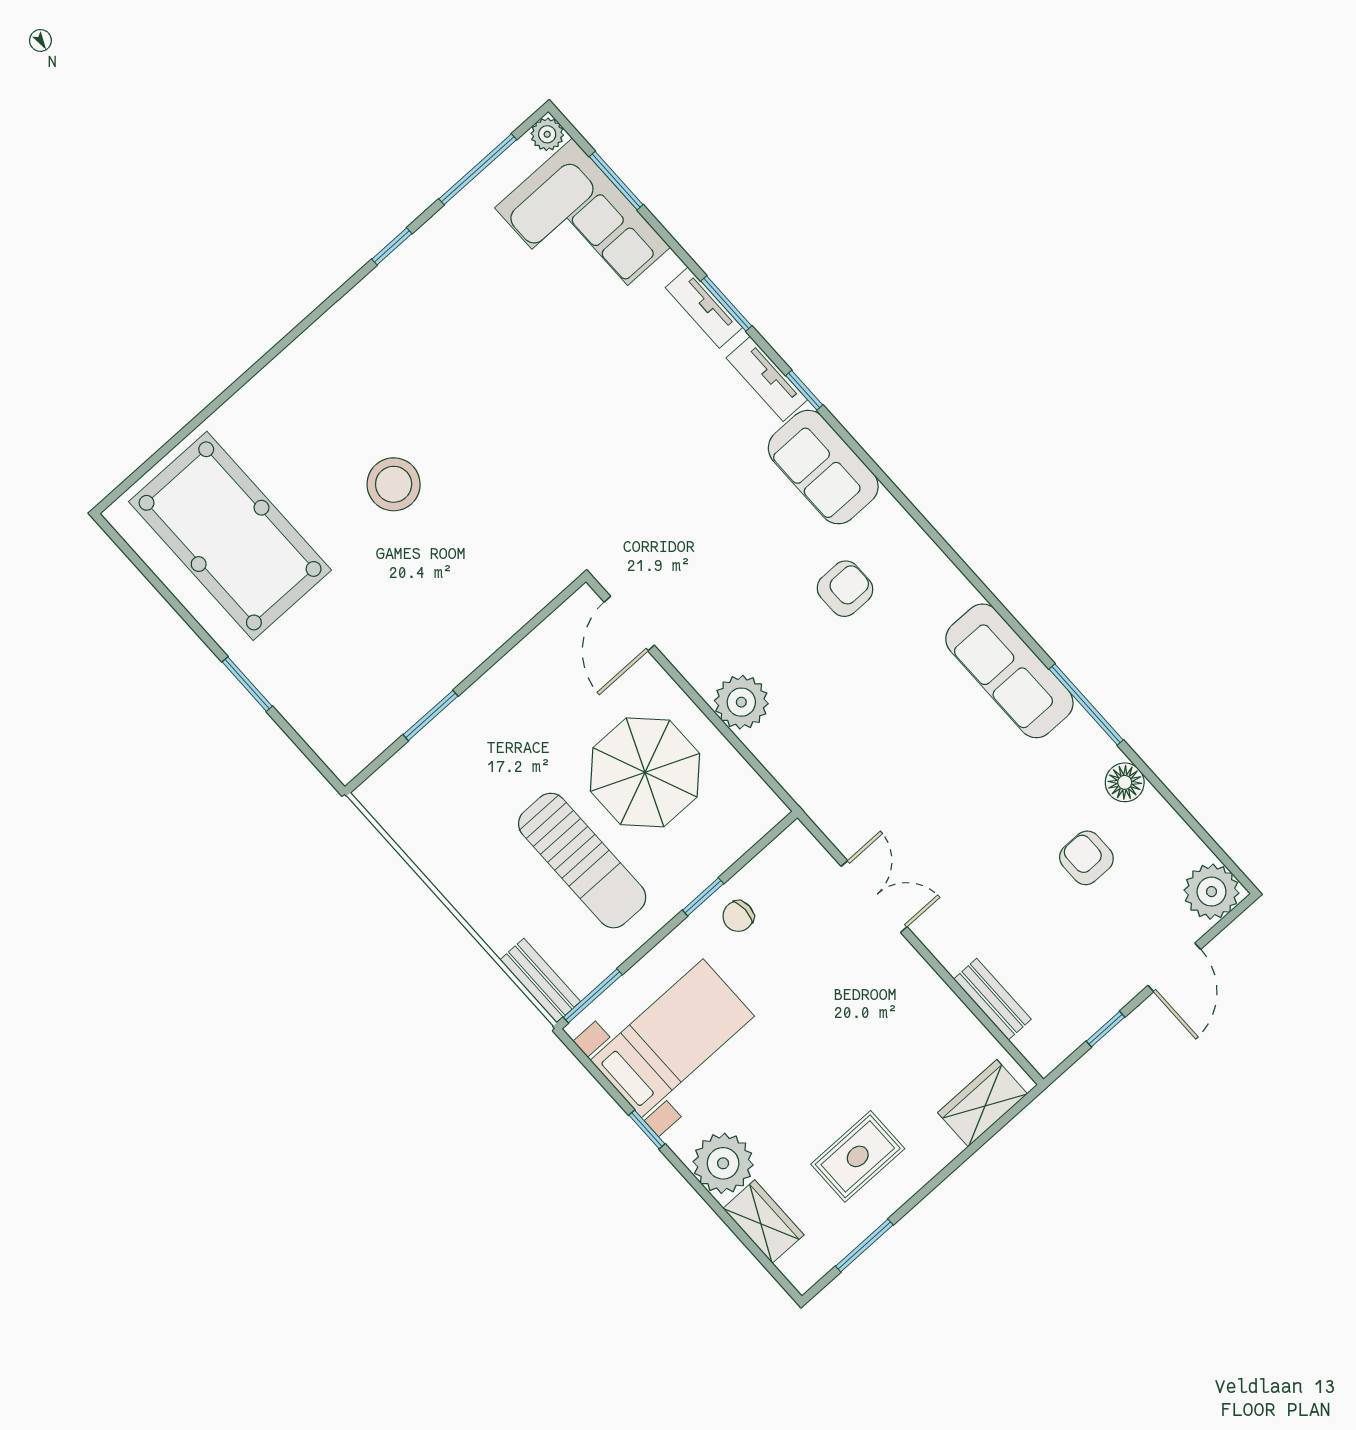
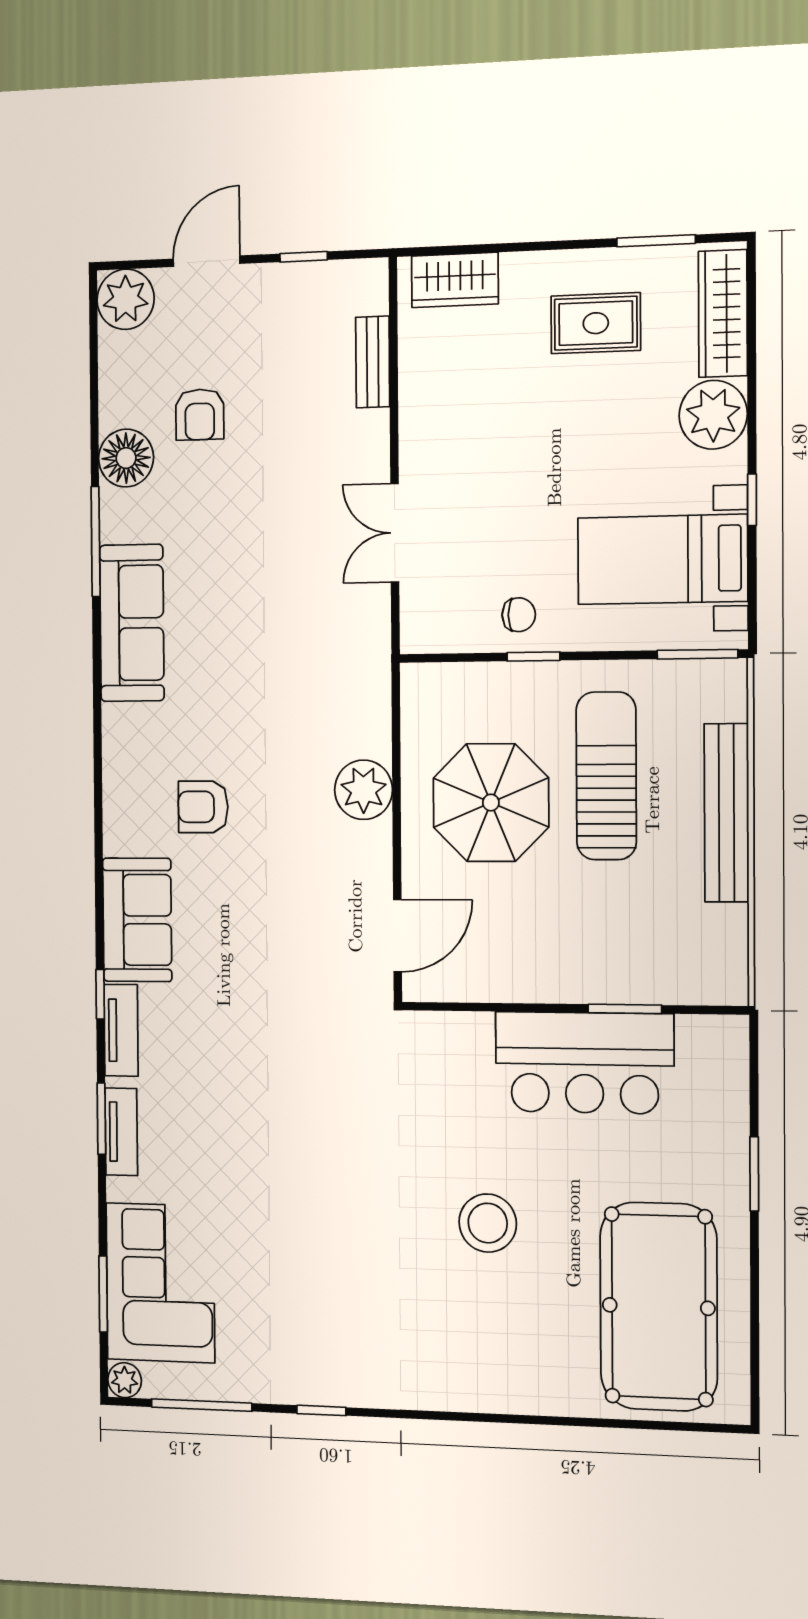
bar counter: (425, 654) -> (584, 1063), added
floor lamp: (1125, 782) -> (126, 458), width x1.38, depth x1.38
bench: (540, 981) -> (727, 813), moved, width x1.86, depth x1.21
wardrobe: (763, 1222) -> (723, 313), width x1.50

